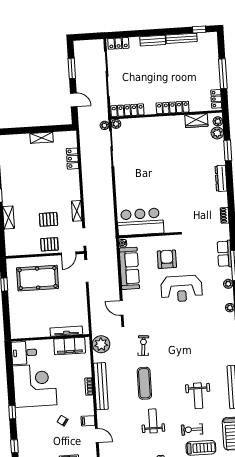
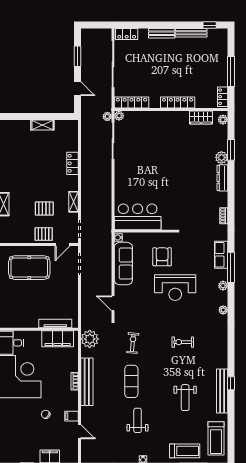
plant: (217, 133) -> (221, 157), moved
locker: (72, 159) -> (73, 163), moved
exercise bike: (192, 429) -> (183, 342), moved

